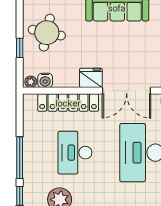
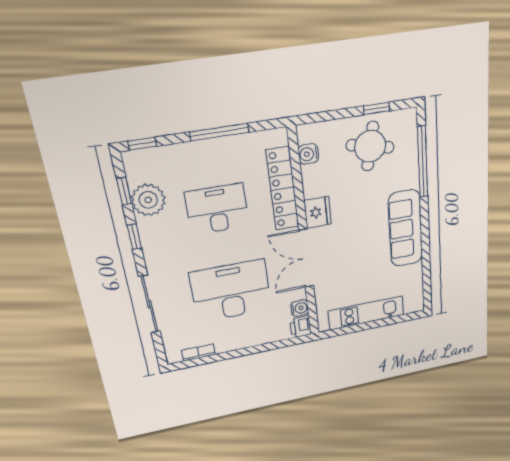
window: (20, 48) -> (376, 108), moved
plant: (31, 82) -> (304, 135), removed
window: (20, 158) -> (219, 132), moved

